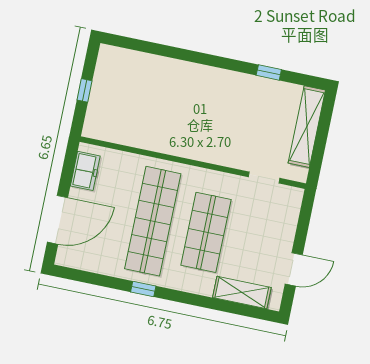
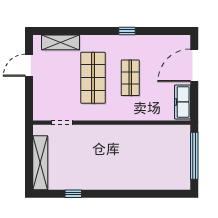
window: (85, 90) -> (194, 156), width x3.17
freezer: (85, 171) -> (182, 102), width x1.40
shop shelf: (153, 221) -> (130, 78), width x0.50, depth x0.74

